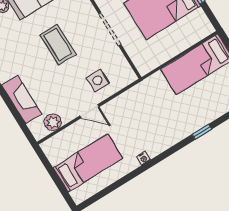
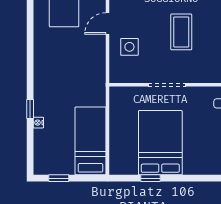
coffee table: (58, 45) -> (181, 32), turned 90
nightstand: (144, 158) -> (38, 123), moved

